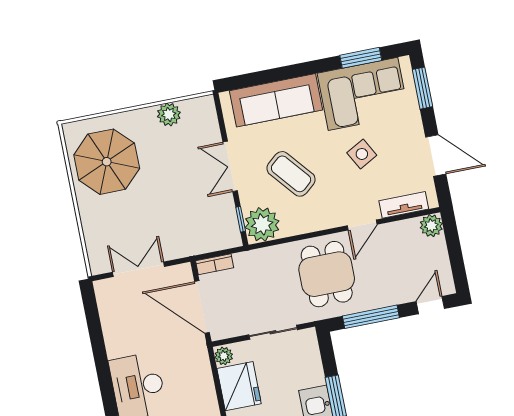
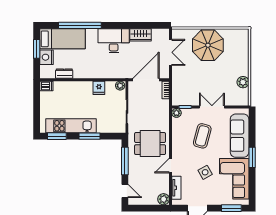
window: (361, 58) -> (252, 157), moved
parasol: (107, 162) -> (208, 45), moved
coffee table: (291, 174) -> (202, 136), turned -35
plant: (262, 224) -> (176, 113), width x0.53, depth x0.53
door: (362, 225) -> (171, 166), hinge flipped
wardrobe: (115, 335) -> (141, 35), added
fridge: (239, 386) -> (99, 88), width x0.53, depth x0.75

